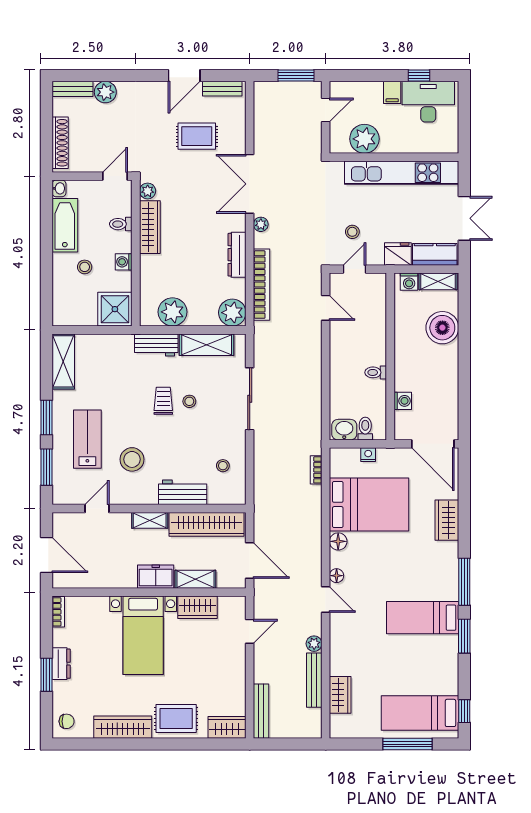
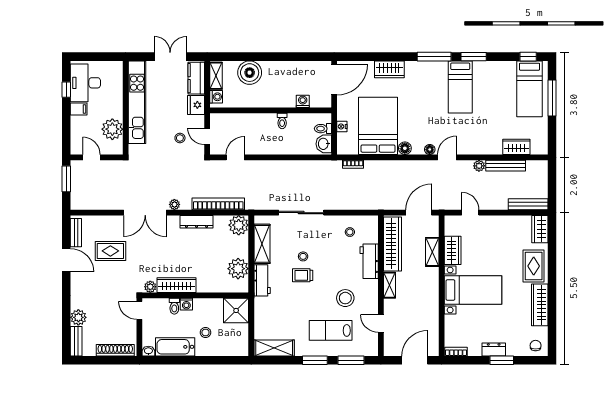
rug: (197, 136) -> (110, 251), turned 90
washing machine: (124, 262) -> (186, 304), moved
freezer: (156, 577) -> (430, 281), removed

